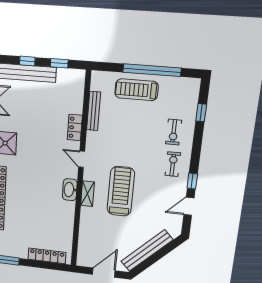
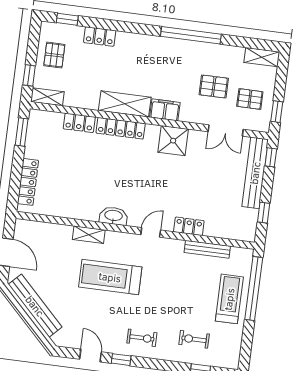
window: (27, 61) -> (271, 157), moved
window: (152, 70) -> (254, 289), moved
exercise bike: (174, 132) -> (194, 339), moved
treadmill: (121, 191) -> (110, 277), turned 180
shelving: (87, 194) -> (89, 235), moved

